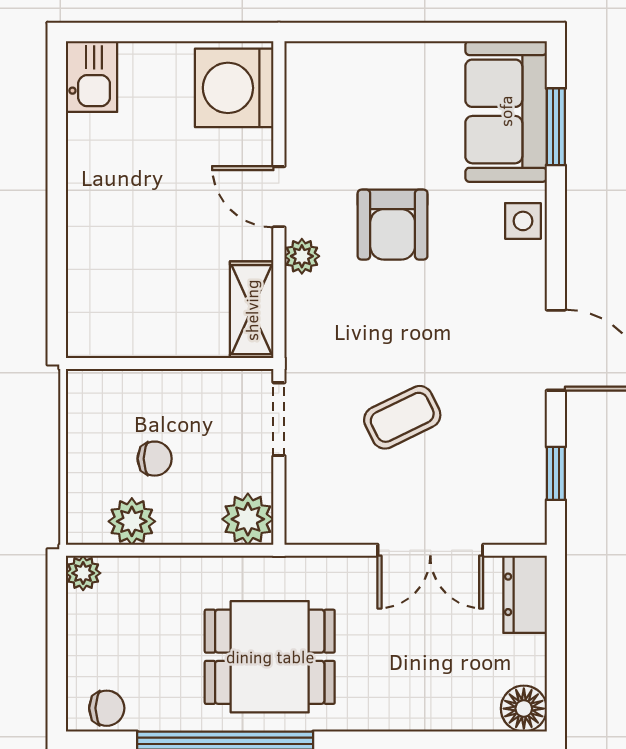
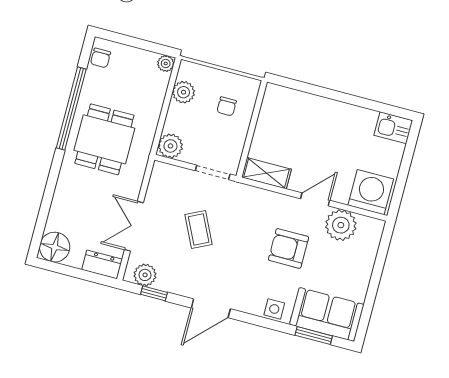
plant: (302, 256) -> (341, 225), moved, width x1.88, depth x1.88
chair: (155, 459) -> (227, 106), moved
plant: (523, 502) -> (145, 275), added
floor lamp: (524, 709) -> (55, 247), width x1.38, depth x1.38

